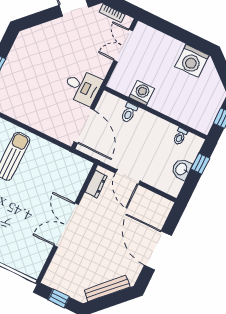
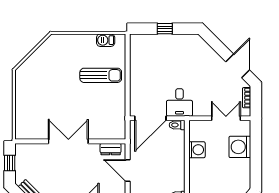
washing machine: (192, 61) -> (240, 147), moved
toilet: (129, 113) -> (177, 125), moved
door: (128, 177) -> (128, 170), hinge flipped

